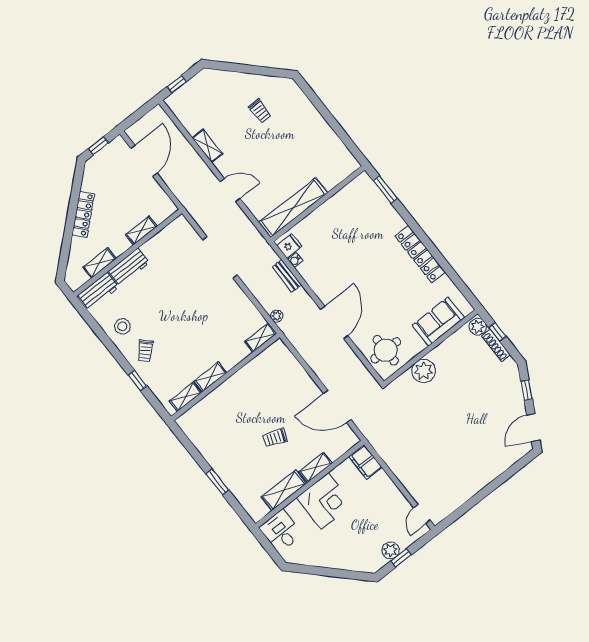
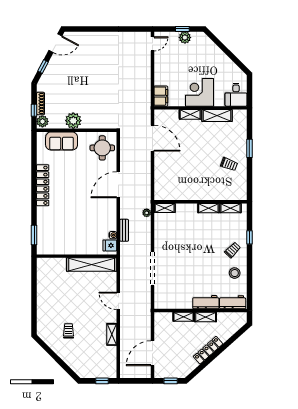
shelving: (100, 263) -> (206, 317), moved
plant: (424, 371) -> (73, 121), moved
trolley: (275, 438) -> (229, 164), moved

